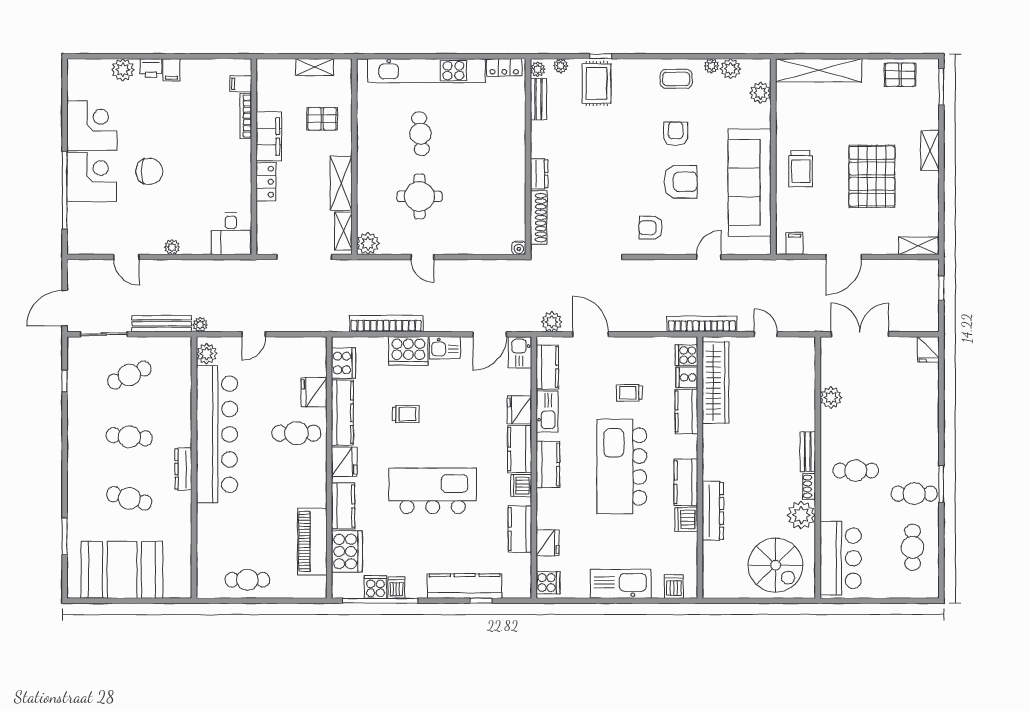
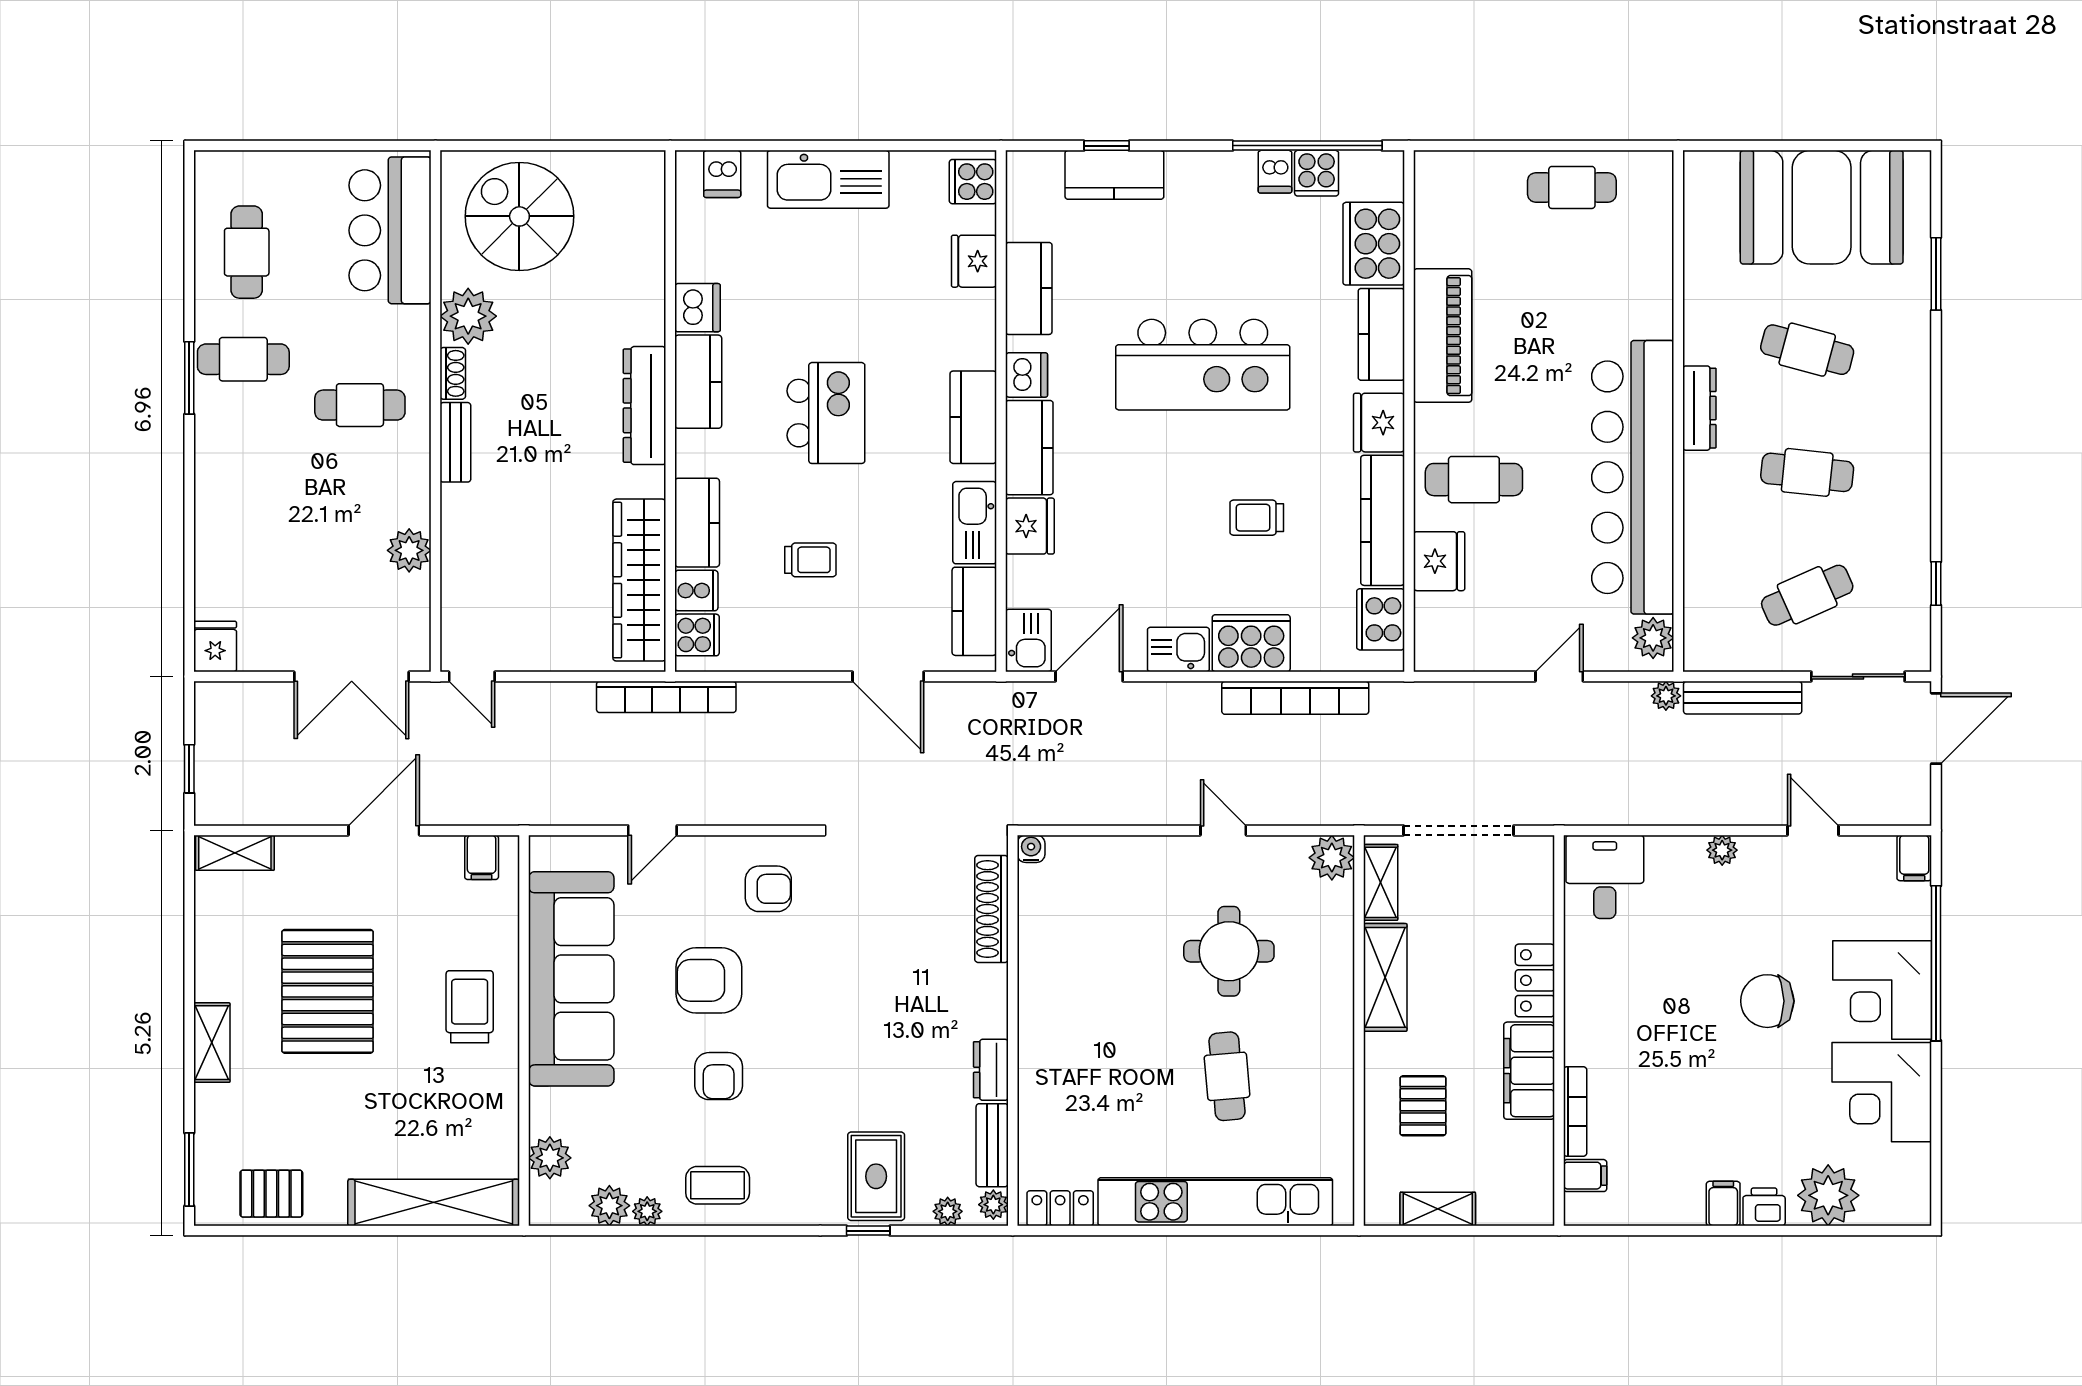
plant: (123, 70) -> (1828, 1195), width x1.36, depth x1.36
pallet: (322, 119) -> (1423, 1106), turned 90
dresser: (539, 174) -> (991, 1070), moved
filing cabinet: (76, 243) -> (1914, 858), added
plant: (552, 322) -> (966, 701), removed
door: (766, 334) -> (472, 677), moved
kitchen island: (622, 467) -> (826, 413), width x0.54, depth x0.78
dresser: (713, 511) -> (644, 406), moved
piano: (312, 542) -> (1443, 336), moved
kitchen counter: (465, 586) -> (1114, 175), width x0.67

